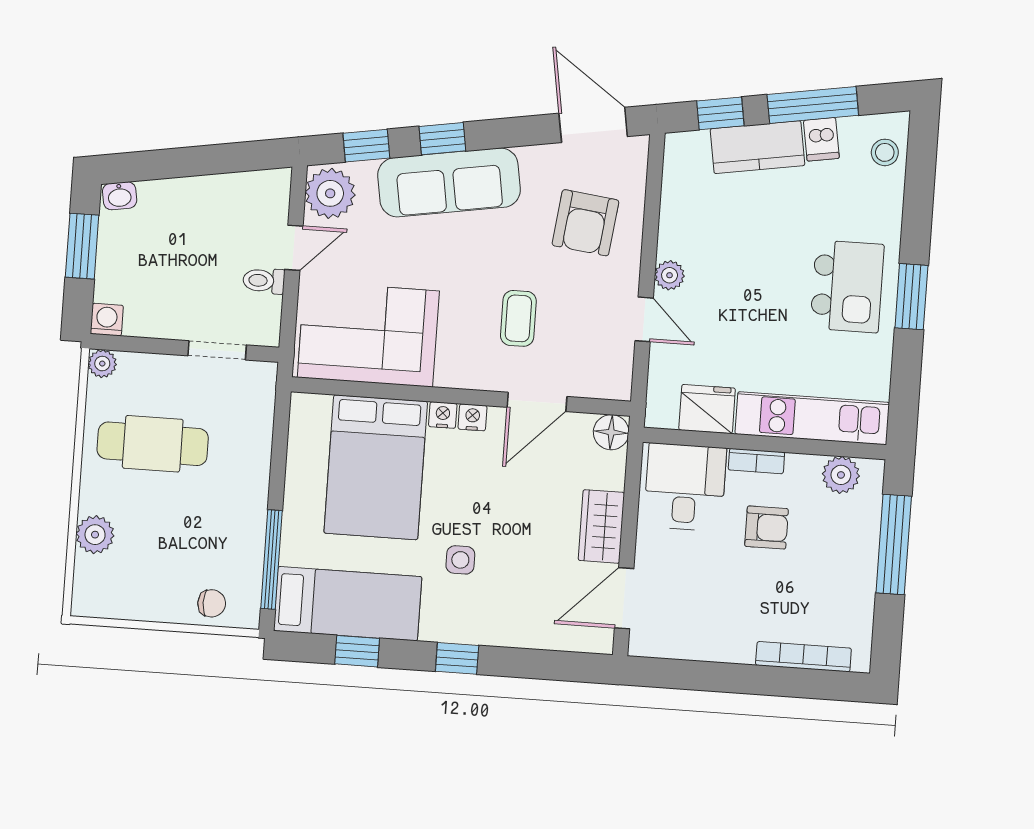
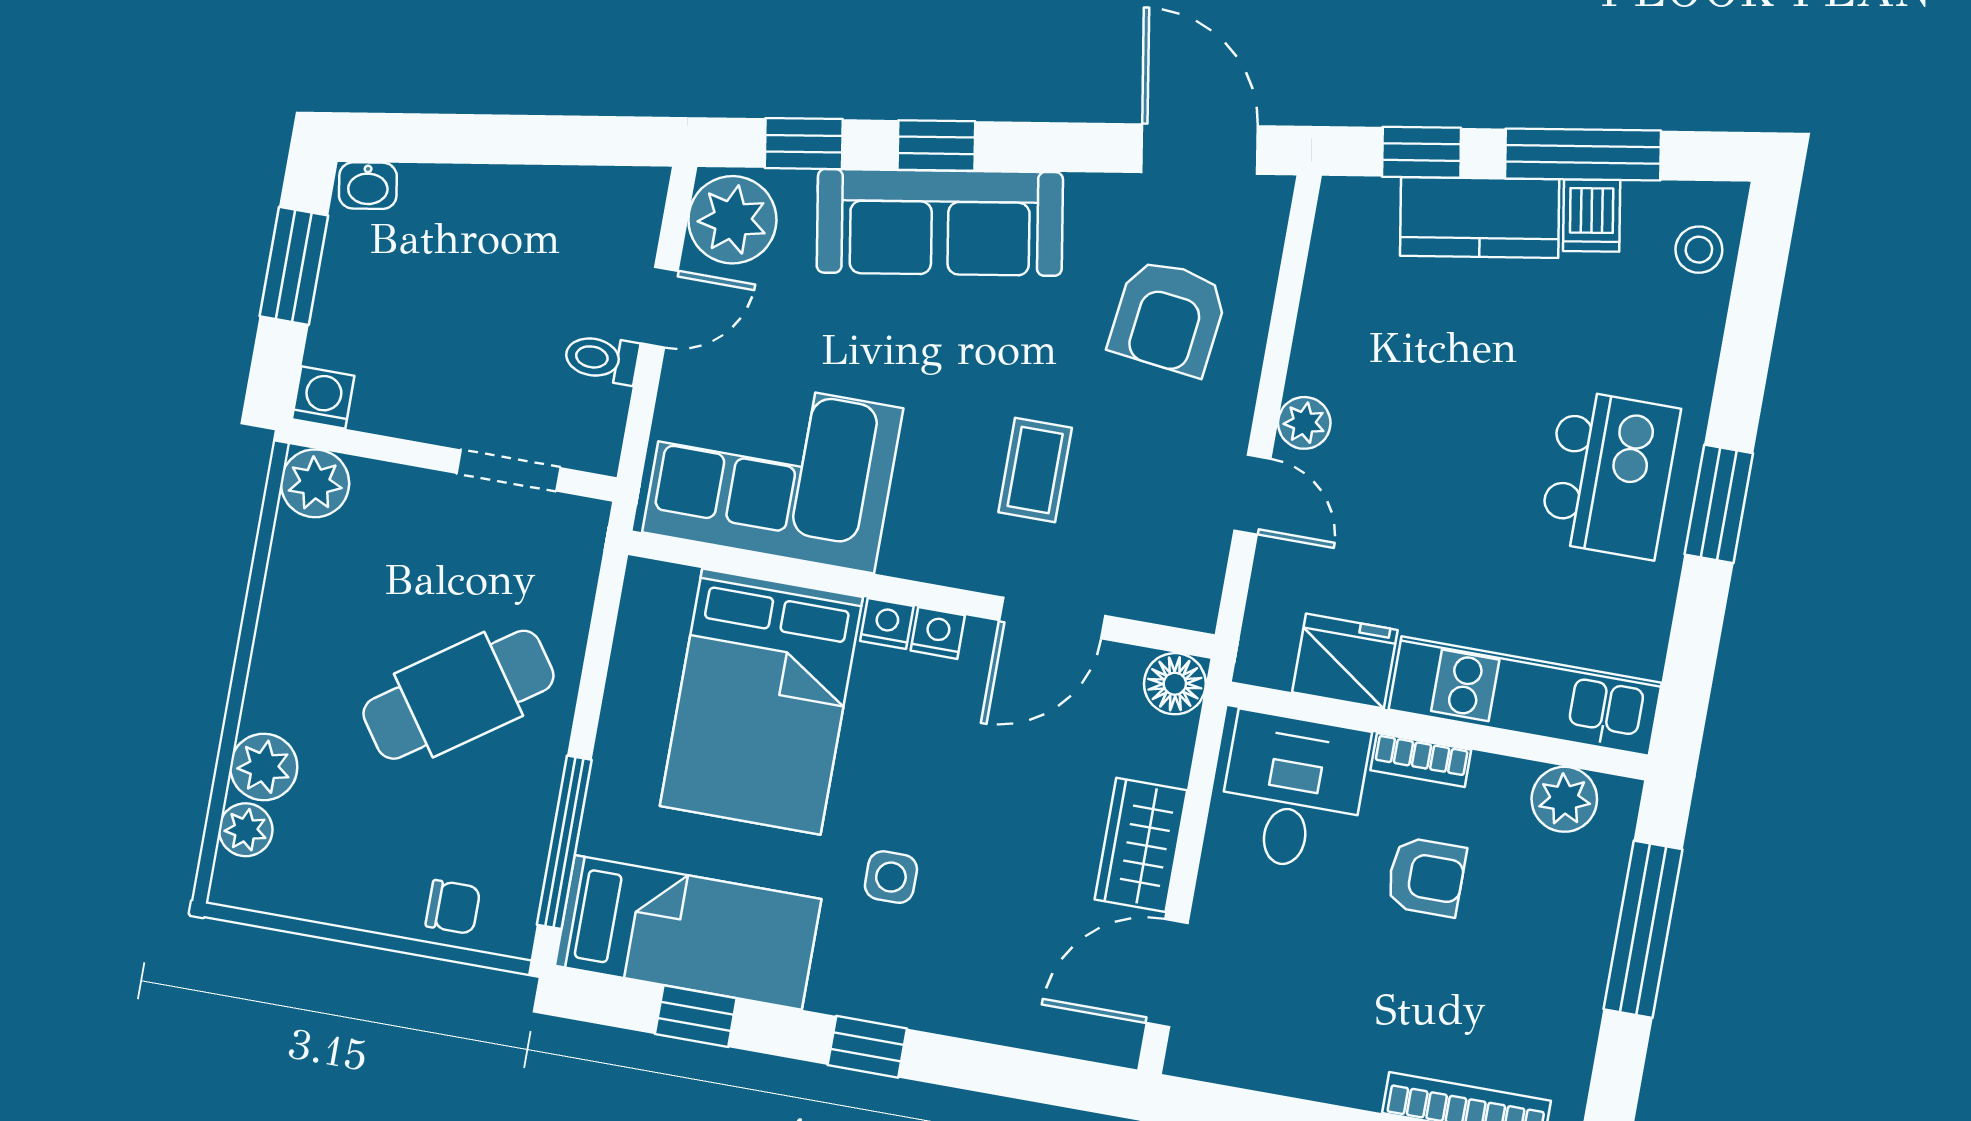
plant: (102, 364) -> (315, 483), width x1.38, depth x1.38
cafe table: (153, 444) -> (458, 695), moved, turned -35
plant: (88, 572) -> (246, 830), added

